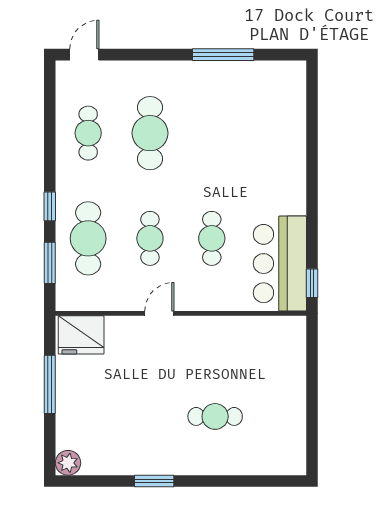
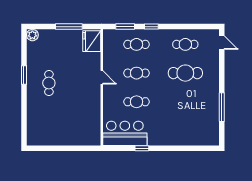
cafe table: (88, 238) -> (137, 44), width x0.73, depth x0.74
window: (312, 283) -> (142, 148), moved
cafe table: (215, 416) -> (49, 83), moved

